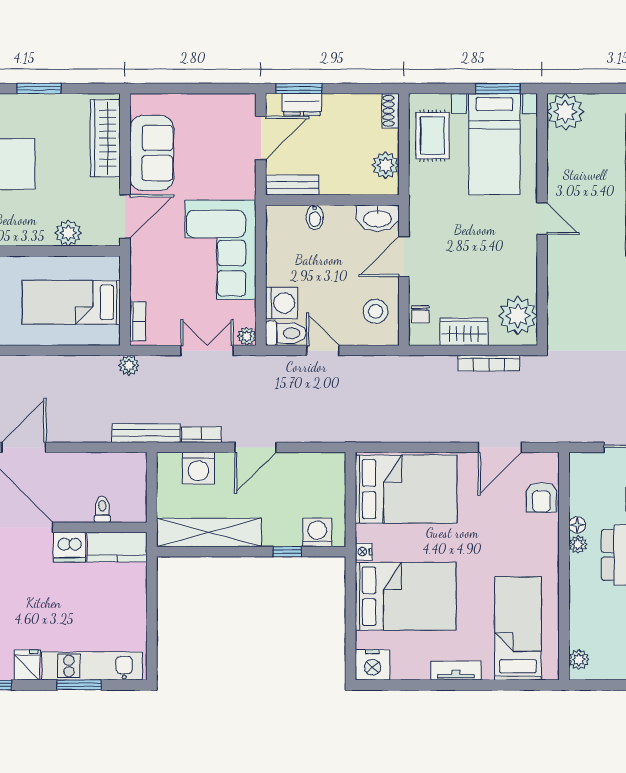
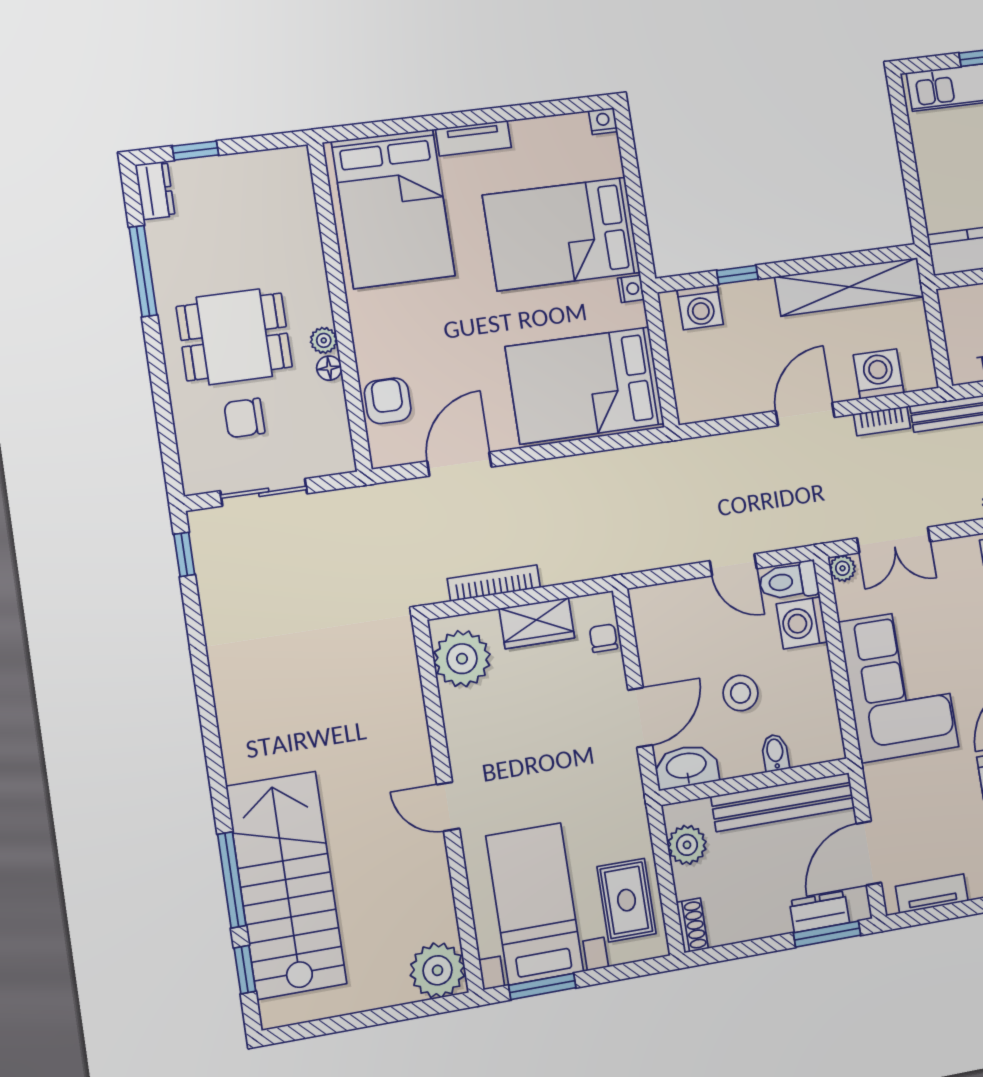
tv unit: (221, 103) -> (932, 894), added
bench: (292, 185) -> (783, 802), width x1.86, depth x1.21
stool: (375, 311) -> (741, 693), moved
bed: (518, 628) -> (393, 209), width x1.50
plant: (579, 660) -> (298, 175), removed
nightstand: (373, 665) -> (603, 121), width x0.53, depth x0.56

